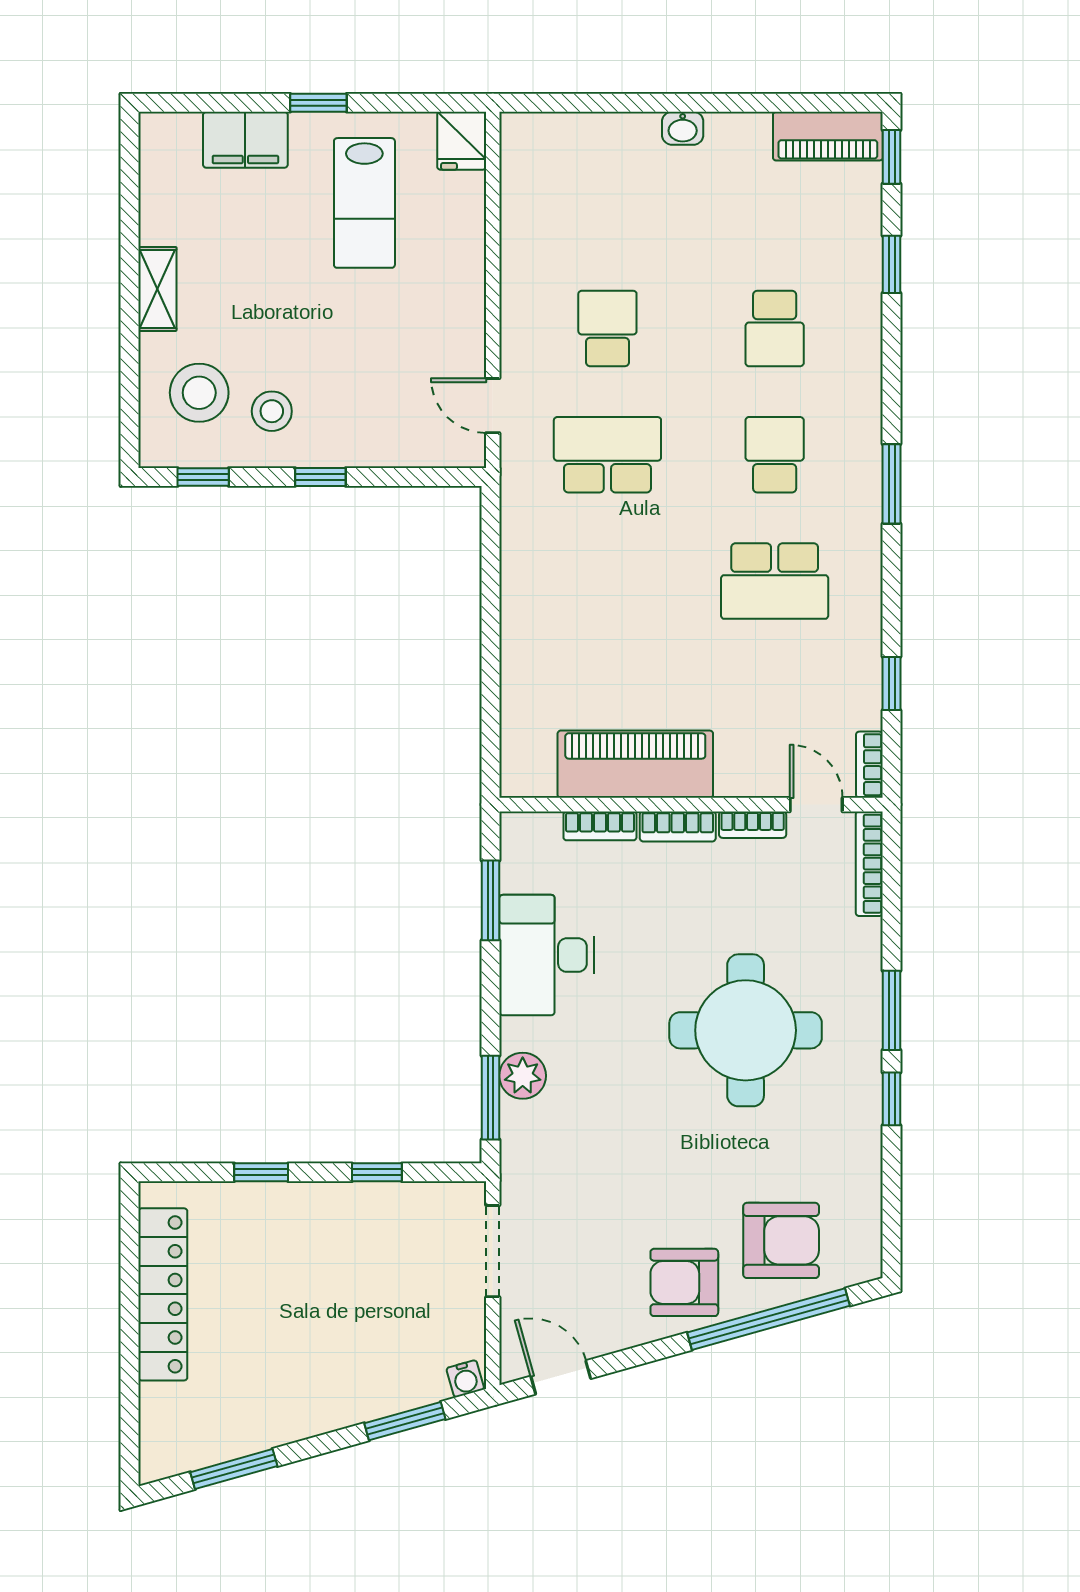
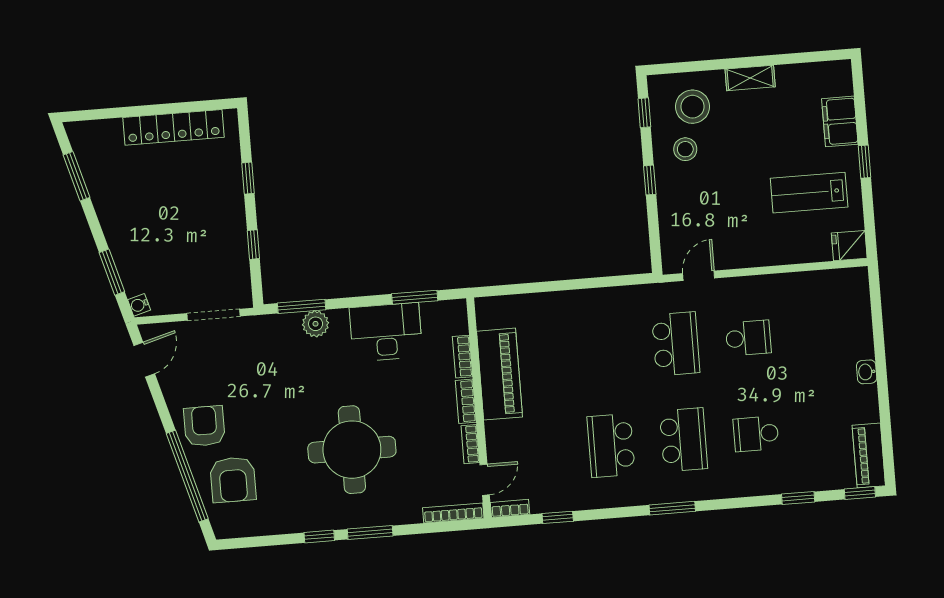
school desk: (775, 455) -> (683, 440), width x1.85

